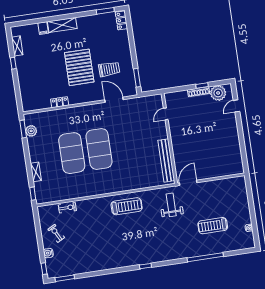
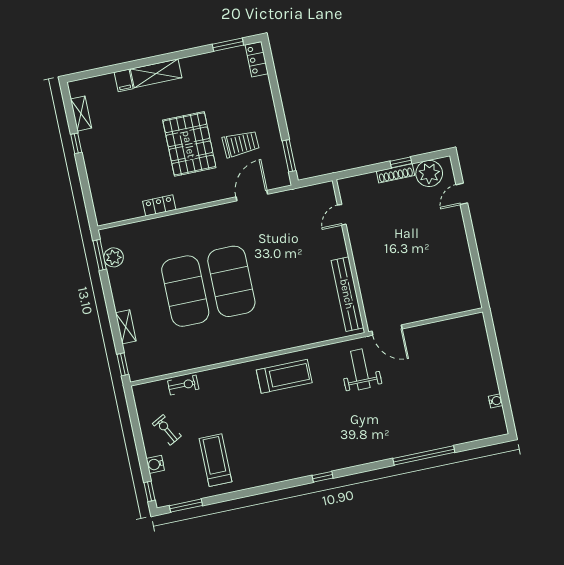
door: (114, 100) -> (252, 196), hinge flipped
door: (188, 183) -> (387, 330), swing flipped
treadmill: (213, 226) -> (215, 460), moved, turned 90

